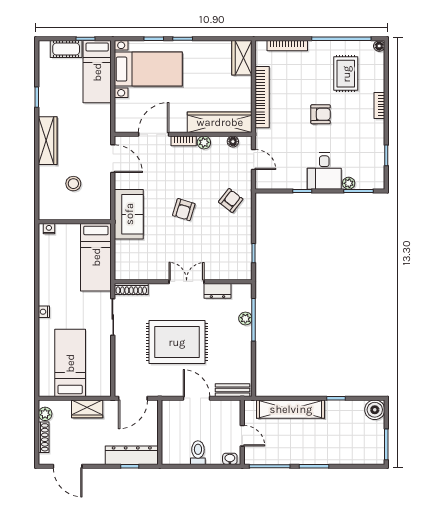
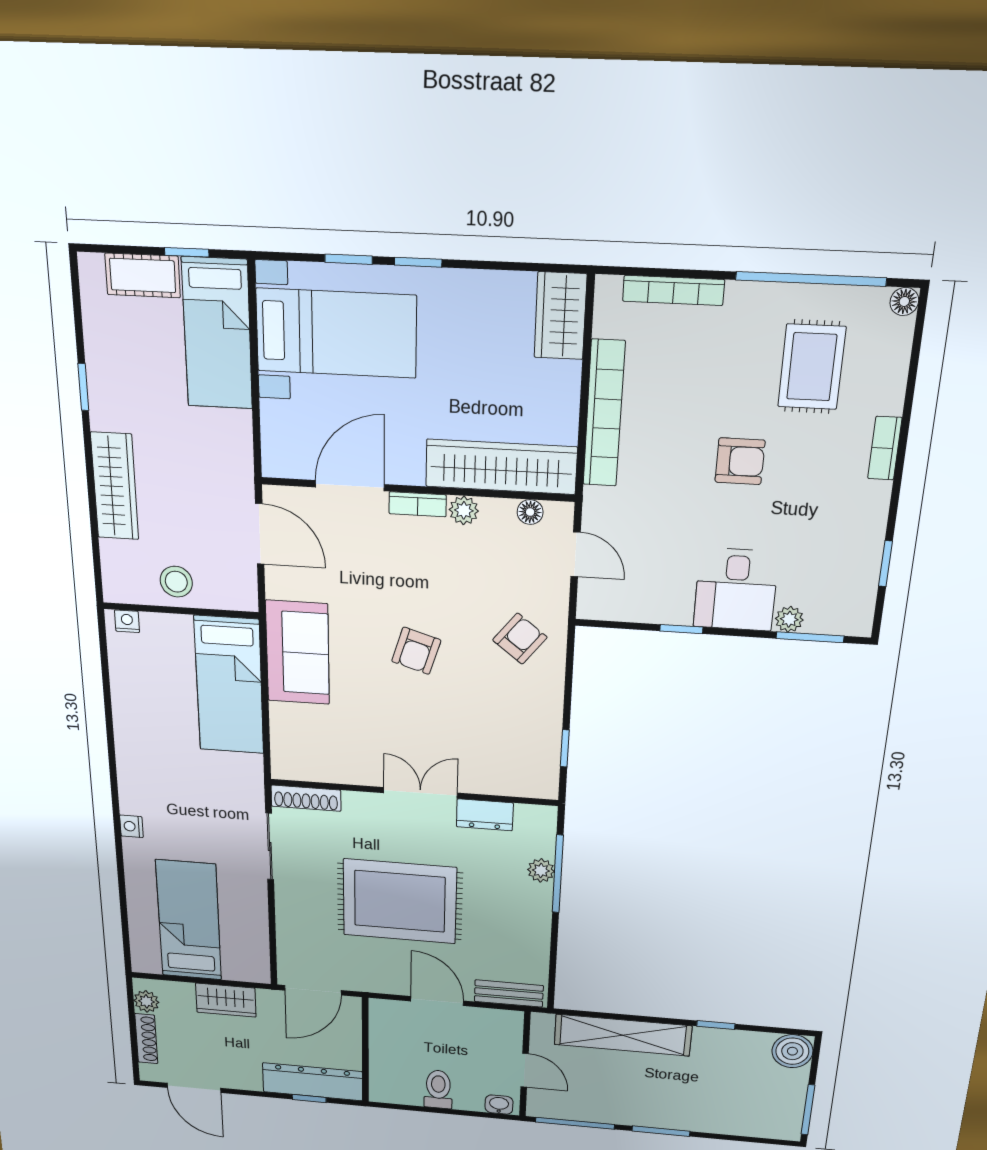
wall: (75, 222) -> (181, 611), moved
nightstand: (49, 229) -> (127, 621), moved
bed: (96, 257) -> (229, 685), moved

